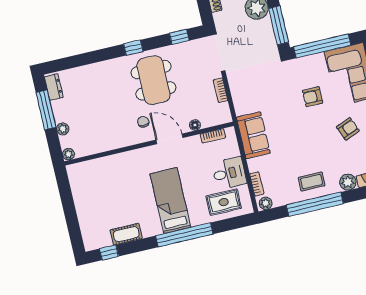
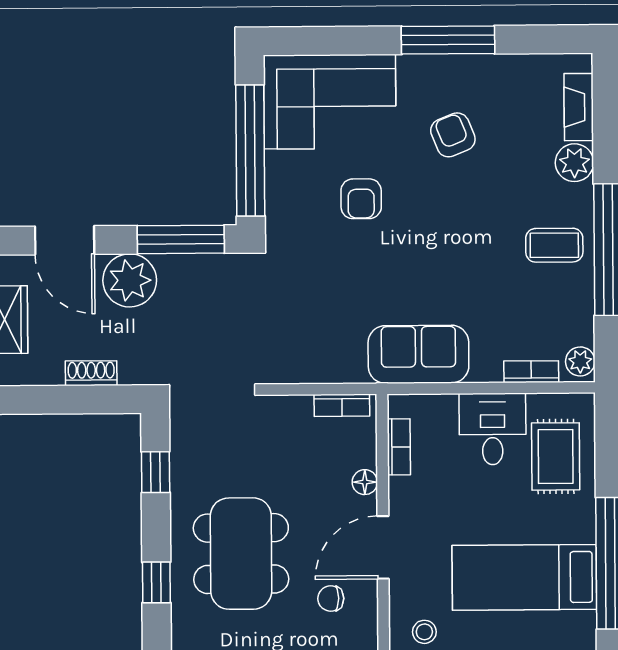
dining table: (153, 80) -> (241, 554), turned 90
bookcase: (221, 90) -> (342, 405), moved
stool: (138, 164) -> (424, 632), added
coffee table: (312, 182) -> (554, 245), turned 90

